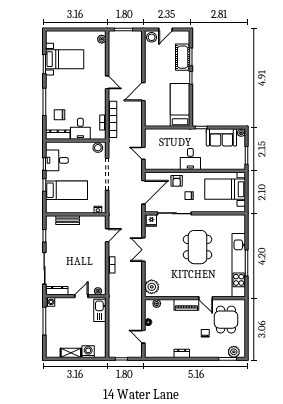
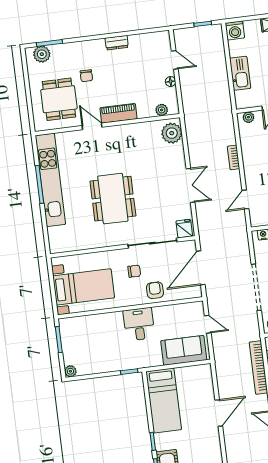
sofa: (221, 137) -> (184, 350), moved
kitchen sink: (100, 310) -> (240, 73), moved
washing machine: (88, 352) -> (235, 30), moved

